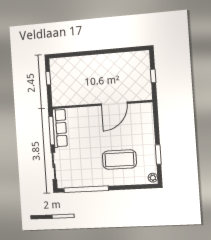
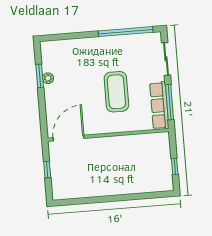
door: (114, 104) -> (69, 138), moved
coffee table: (119, 160) -> (116, 92), moved, turned 90
plant: (153, 178) -> (48, 78), moved

